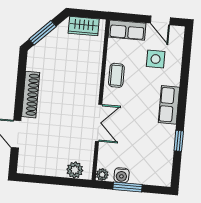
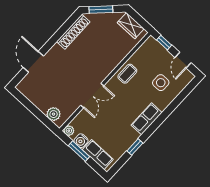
window: (129, 18) -> (164, 43), added
row of seats: (127, 30) -> (98, 155), moved, turned 180
shoe rack: (31, 95) -> (73, 32), moved

